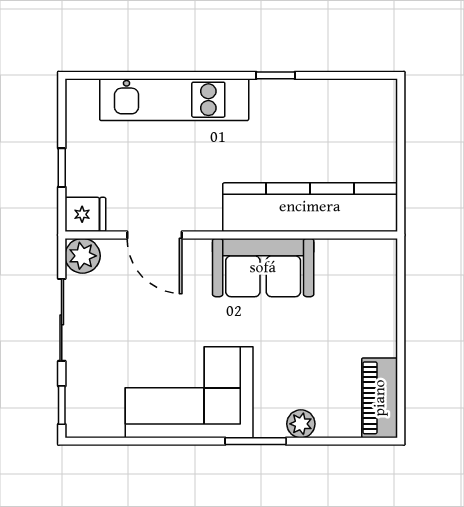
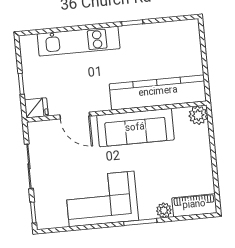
plant: (83, 256) -> (198, 115), moved
sofa: (263, 268) -> (135, 128), width x1.36
piano: (380, 398) -> (194, 205), moved, turned 90

